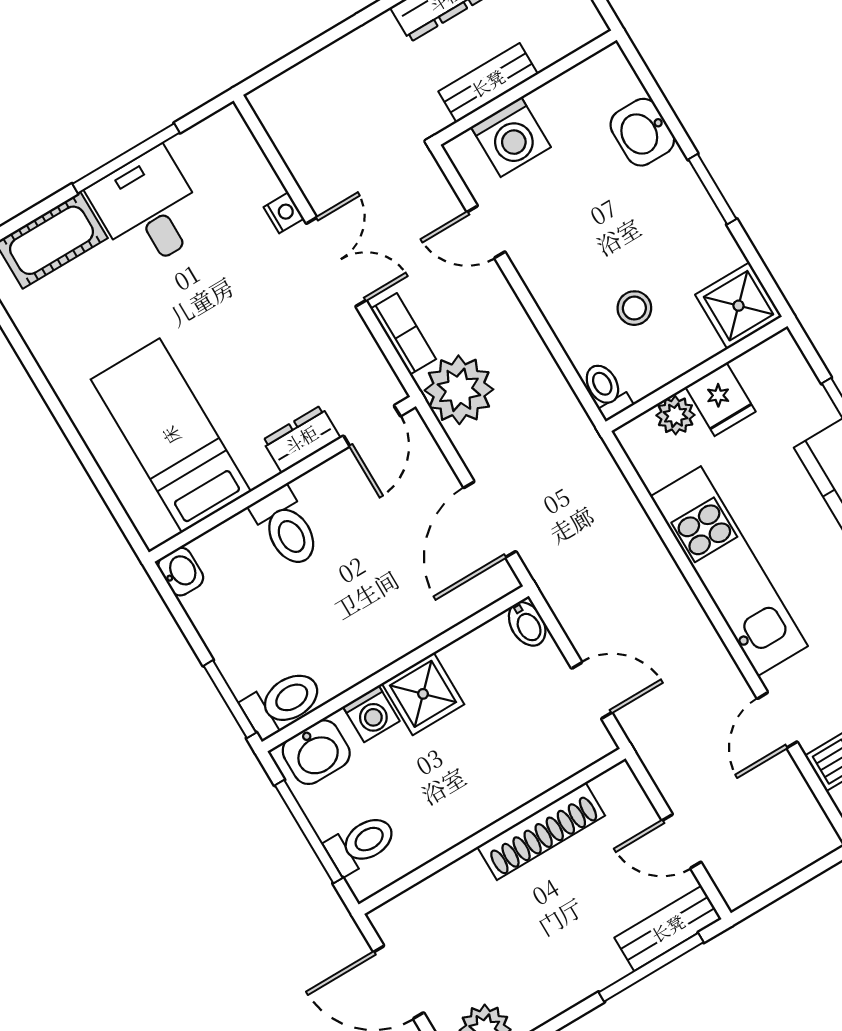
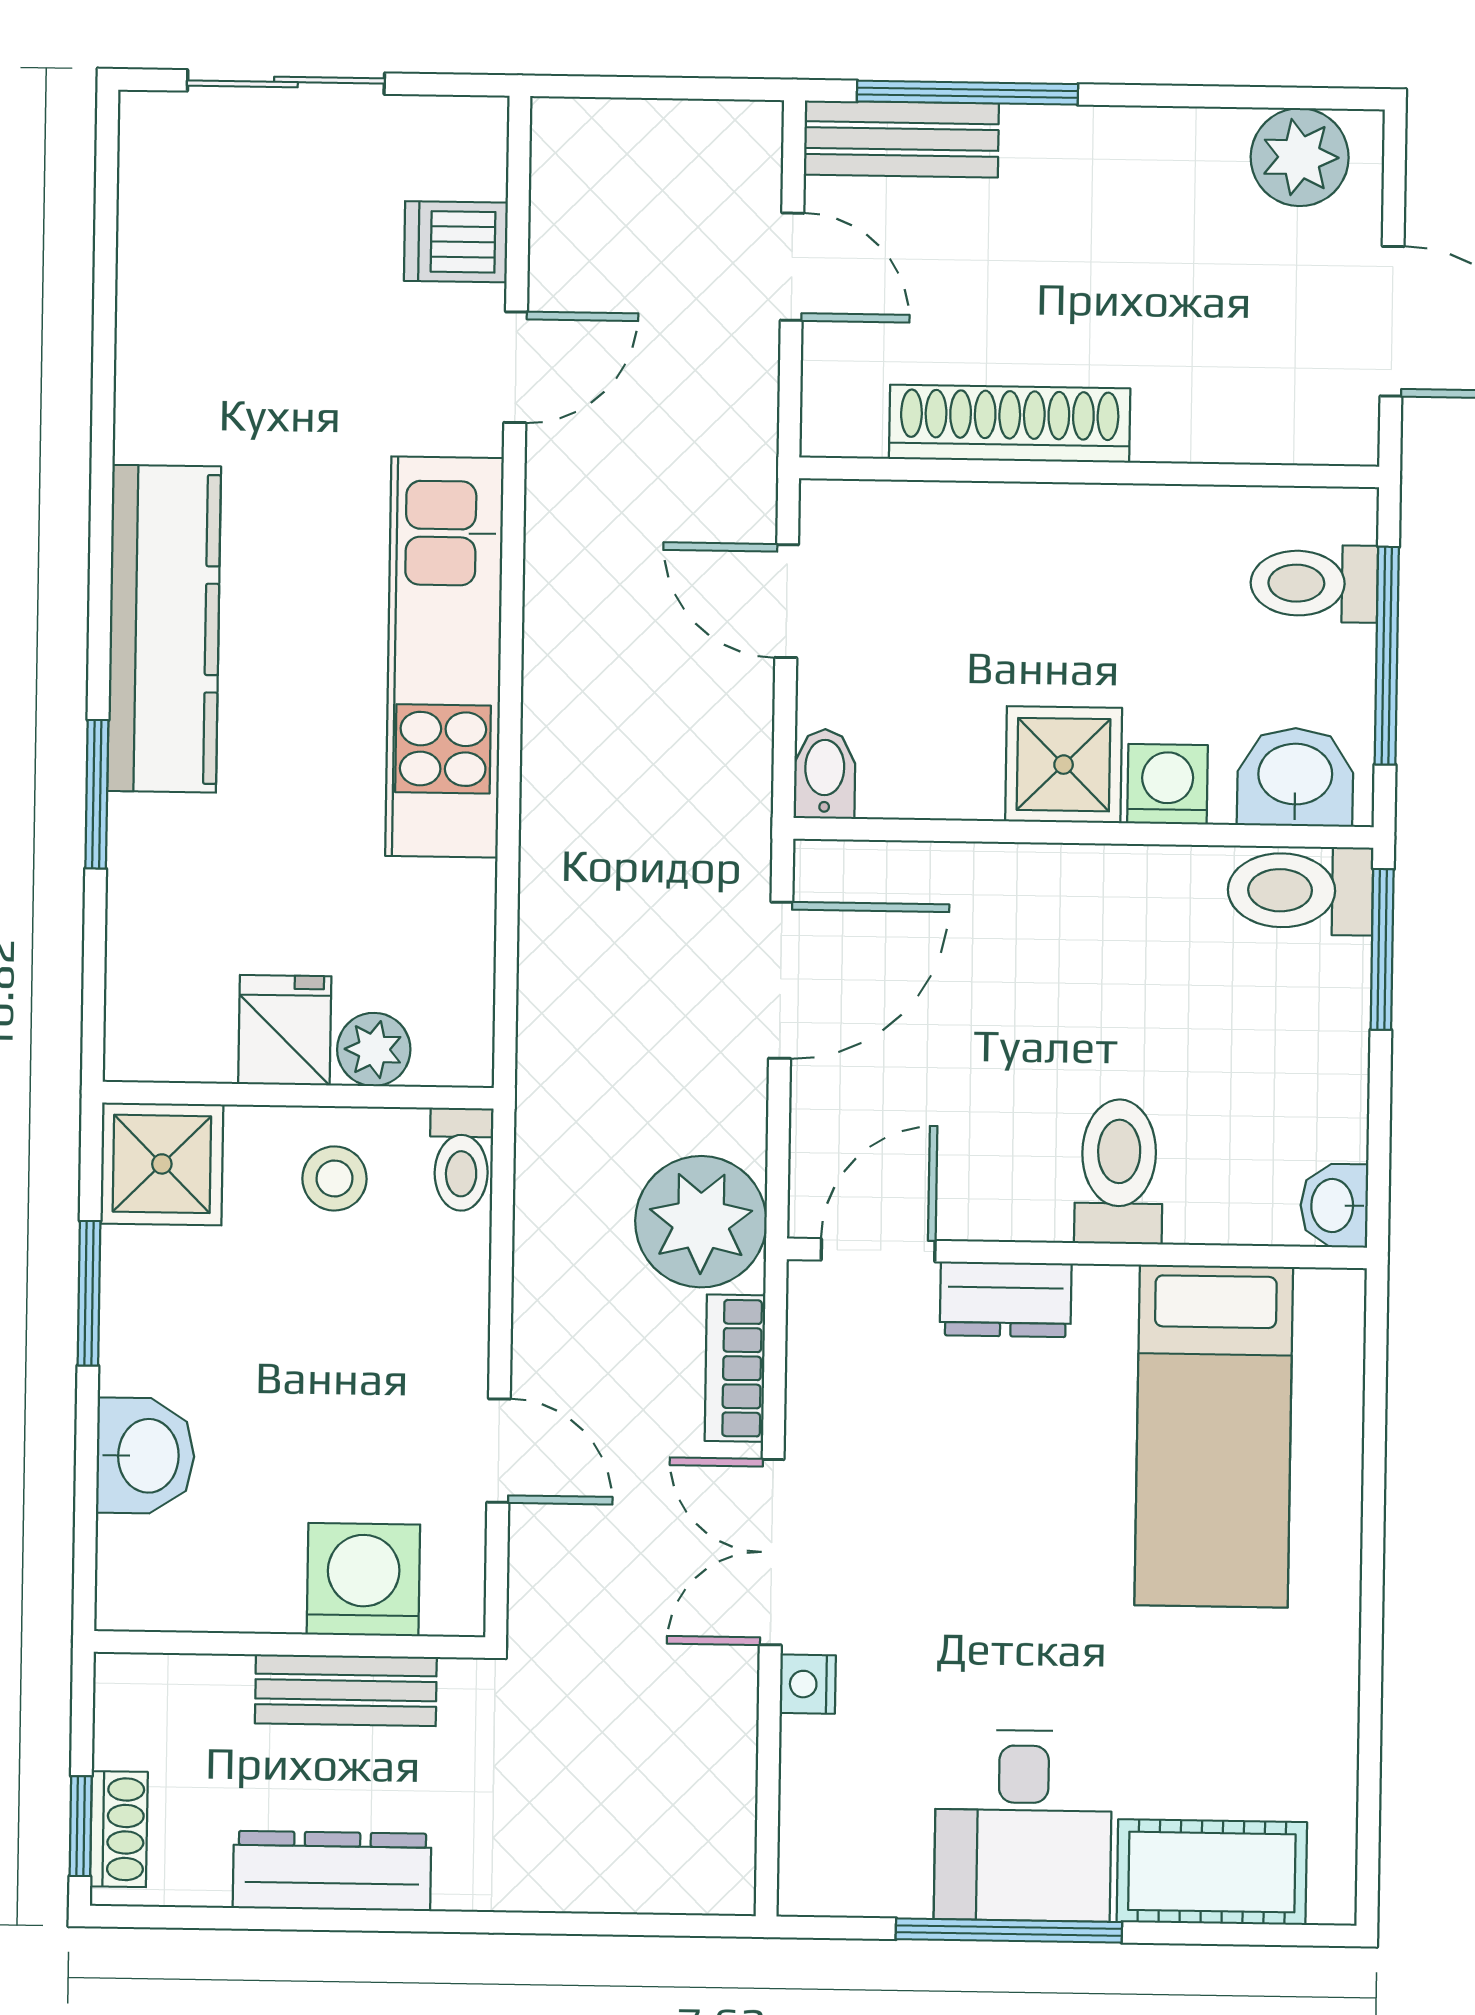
shower: (738, 306) -> (162, 1164), moved
wall: (697, 374) -> (298, 1095), moved
toilet: (606, 390) -> (461, 1159), moved
fridge: (721, 399) -> (285, 1030), moved
plant: (675, 415) -> (374, 1049), moved

